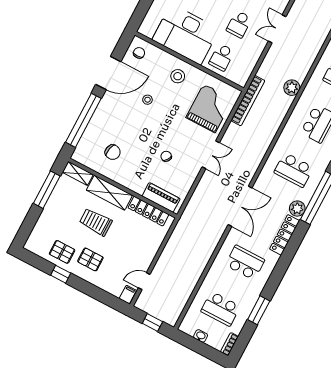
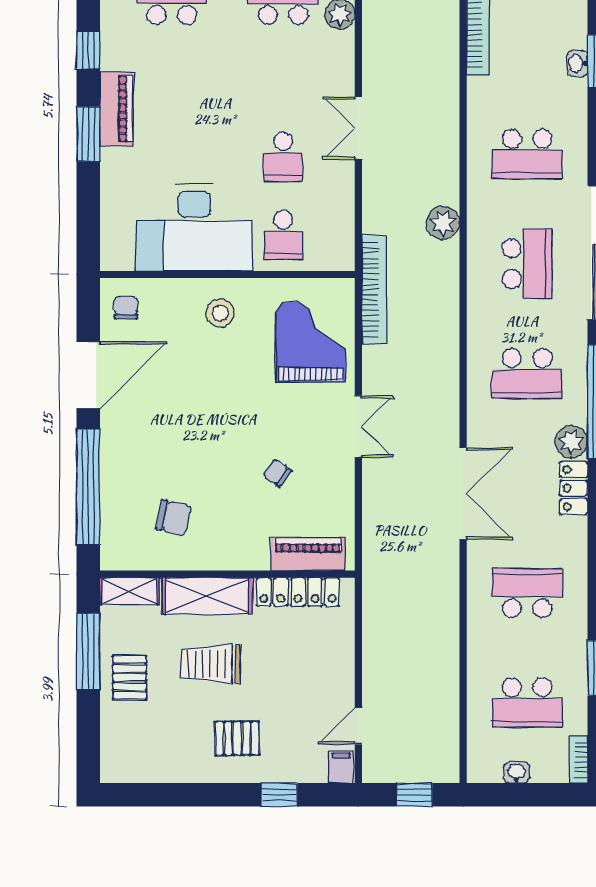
stool: (147, 100) -> (187, 386), removed
locker: (285, 235) -> (574, 488), width x0.66
pallet: (62, 252) -> (130, 677), moved, turned 90
window: (61, 274) -> (279, 795), moved

